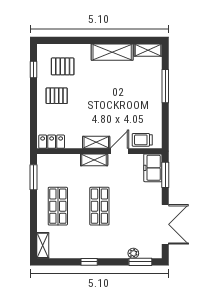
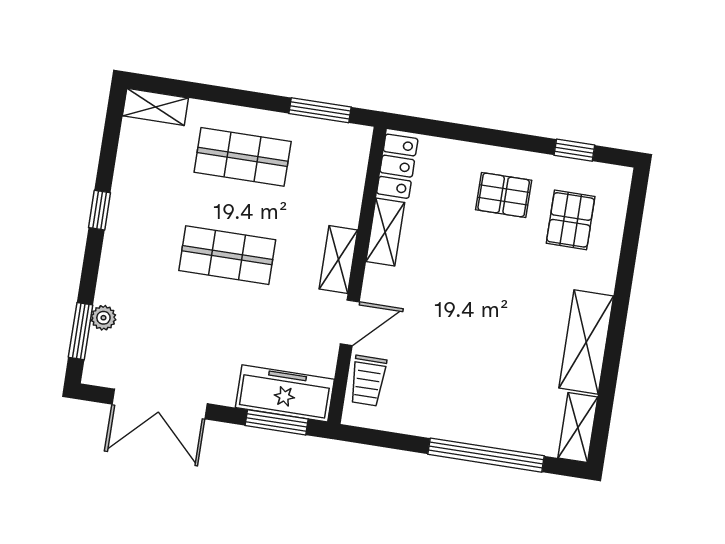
window: (165, 86) -> (486, 455), width x1.46
pallet: (57, 96) -> (504, 195), turned 90
trolley: (142, 140) -> (368, 381), turned 180
shelving: (96, 142) -> (385, 232), moved
door: (119, 151) -> (350, 323), hinge flipped
freezer: (153, 168) -> (285, 393), width x1.40

